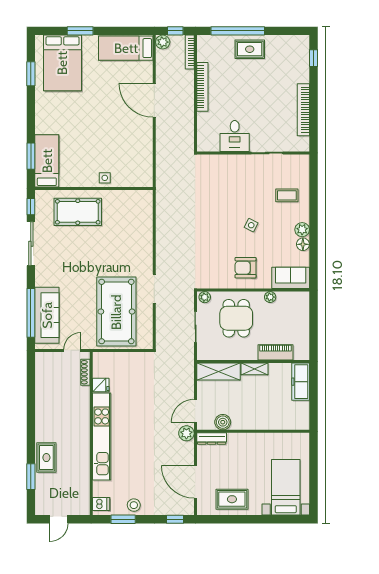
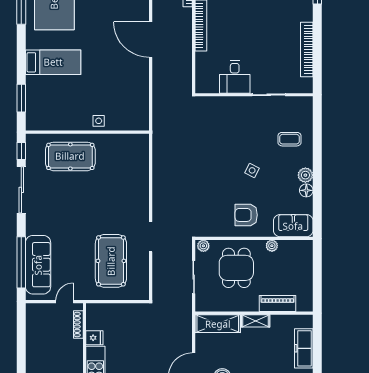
bed: (47, 161) -> (53, 62), moved, turned 90
pool table: (116, 312) -> (111, 261), width x0.73, depth x0.76
freezer: (301, 382) -> (304, 348), moved

